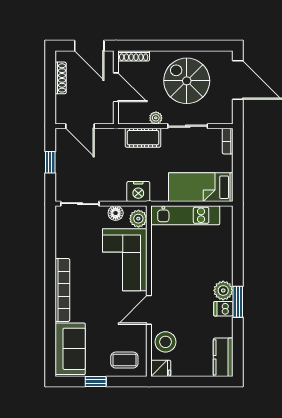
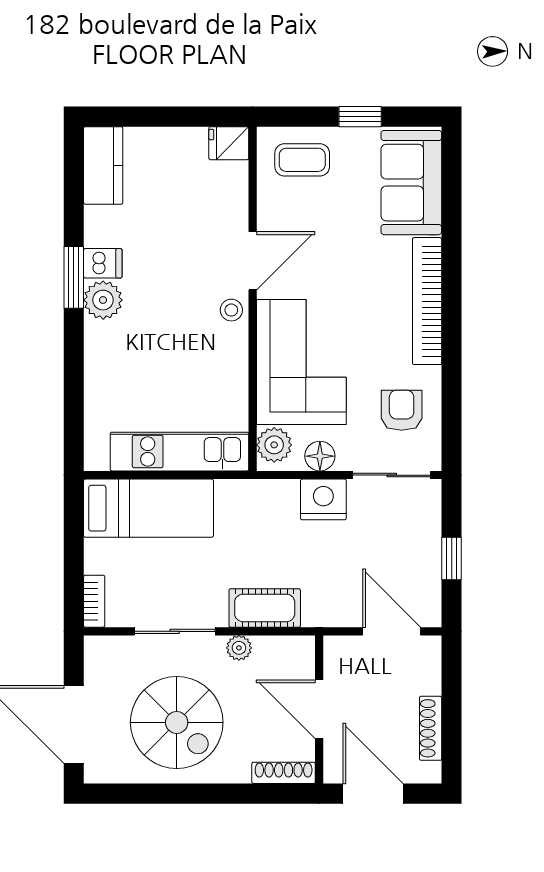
nightstand: (138, 192) -> (323, 499), moved
armchair: (75, 236) -> (402, 410), added
stool: (165, 342) -> (231, 310), moved, width x0.53, depth x0.53

